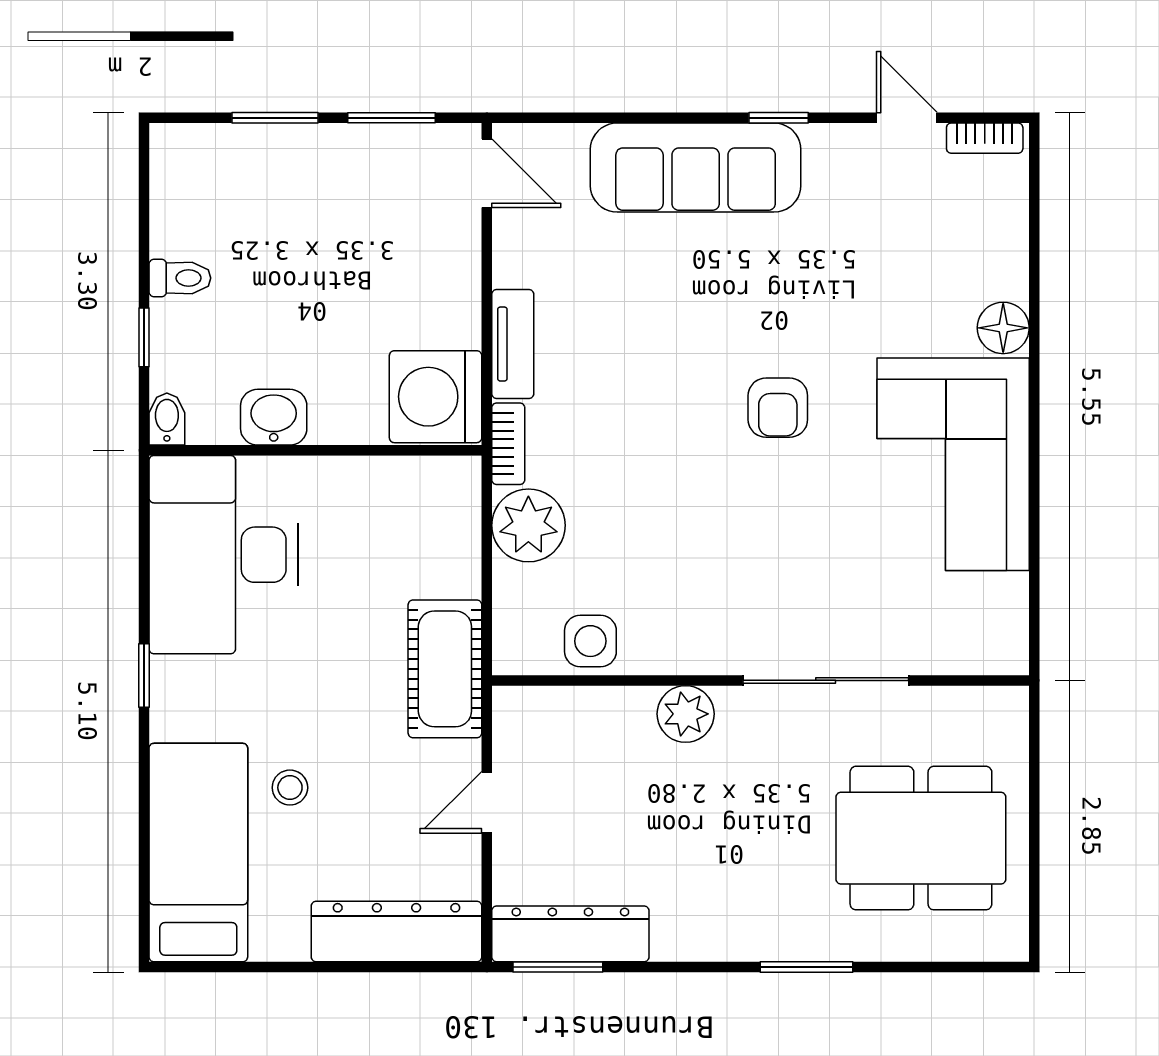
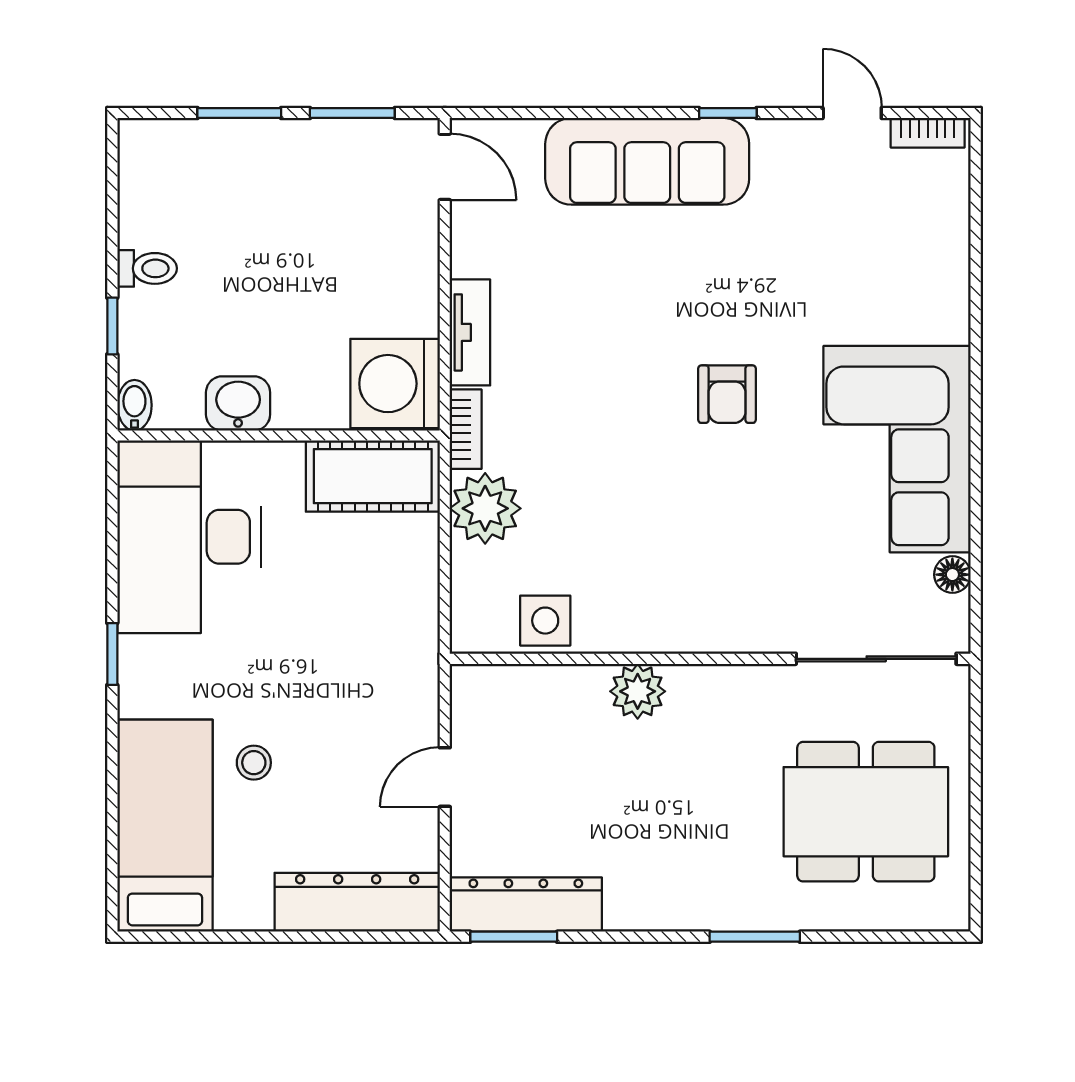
floor lamp: (1003, 328) -> (952, 575), moved, width x0.73, depth x0.73
cot: (445, 669) -> (373, 476), moved, turned 90
sliding door: (826, 680) -> (876, 659), moved

